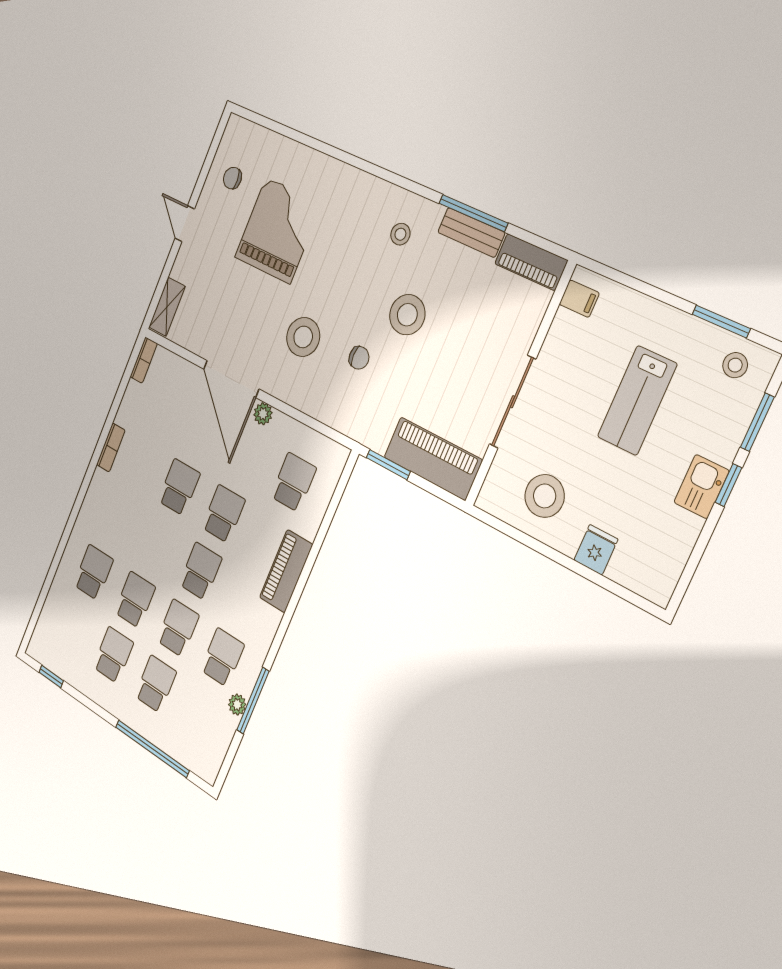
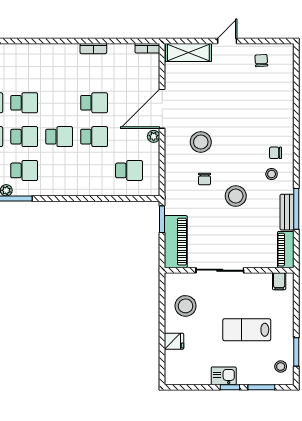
chair: (372, 213) -> (276, 153), added
grand piano: (278, 230) -> (246, 102), removed
shelving: (167, 307) -> (188, 52), width x1.50, depth x1.33
piano: (286, 571) -> (85, 187), removed
school desk: (93, 572) -> (24, 69), removed

